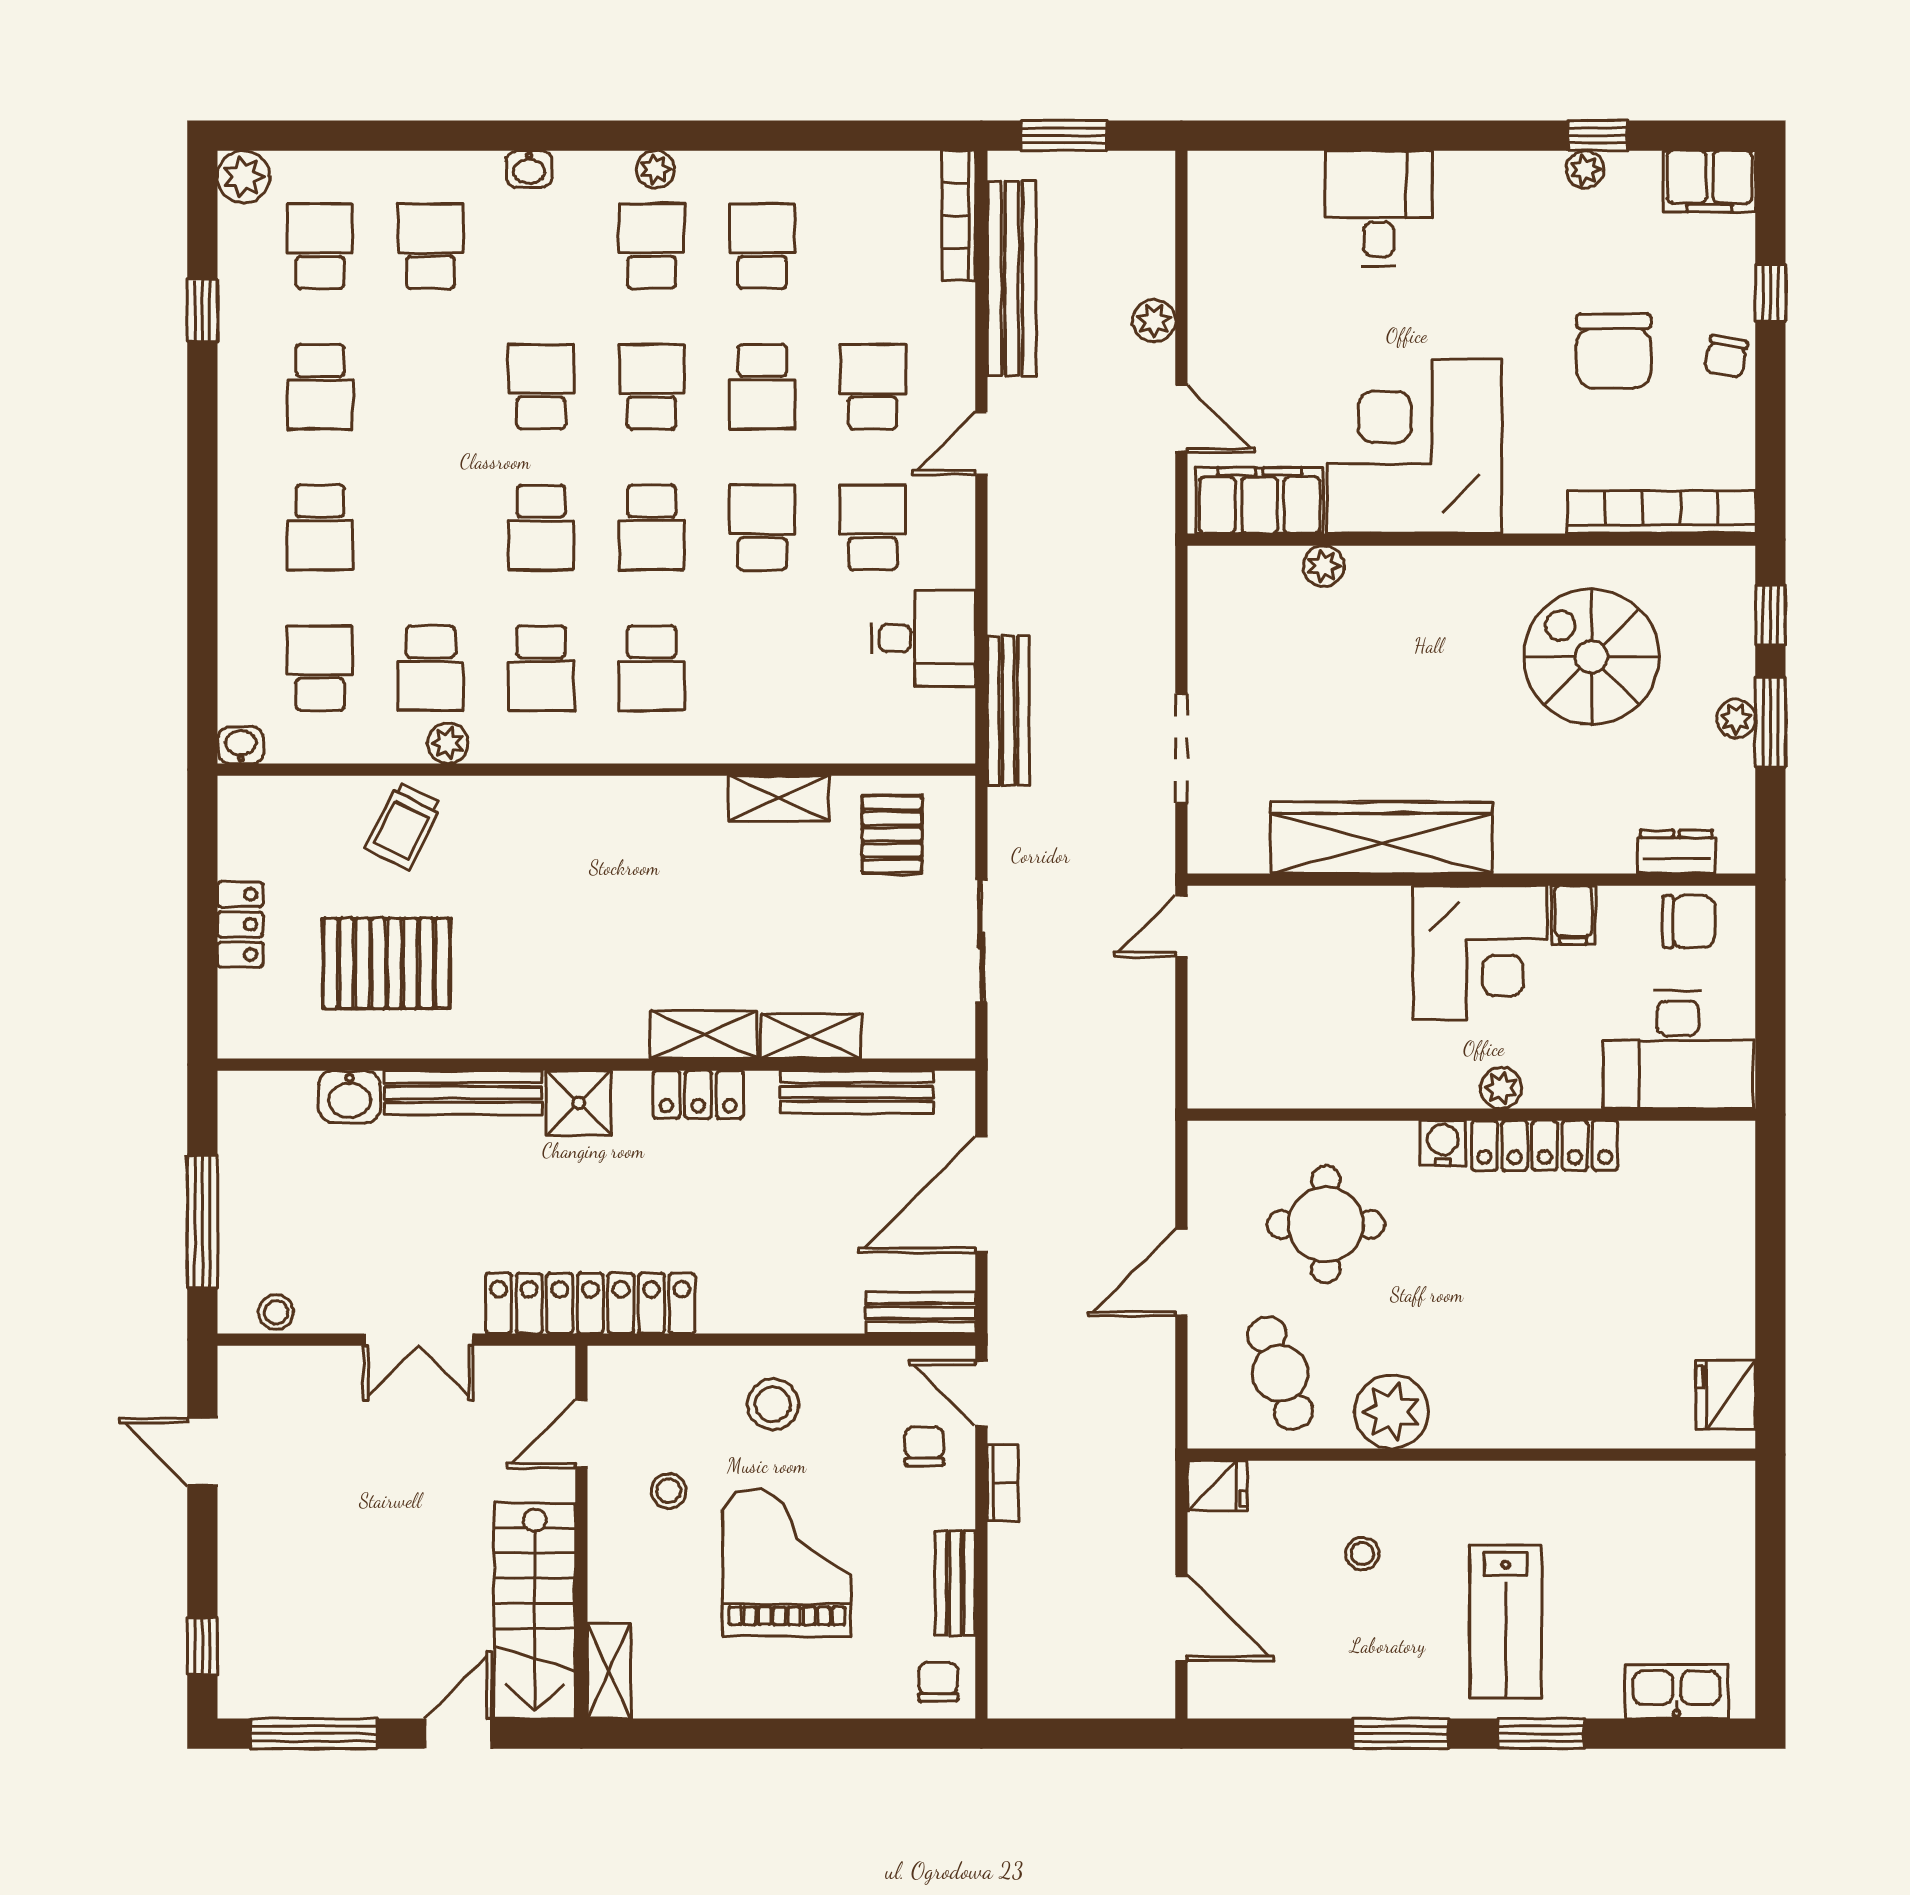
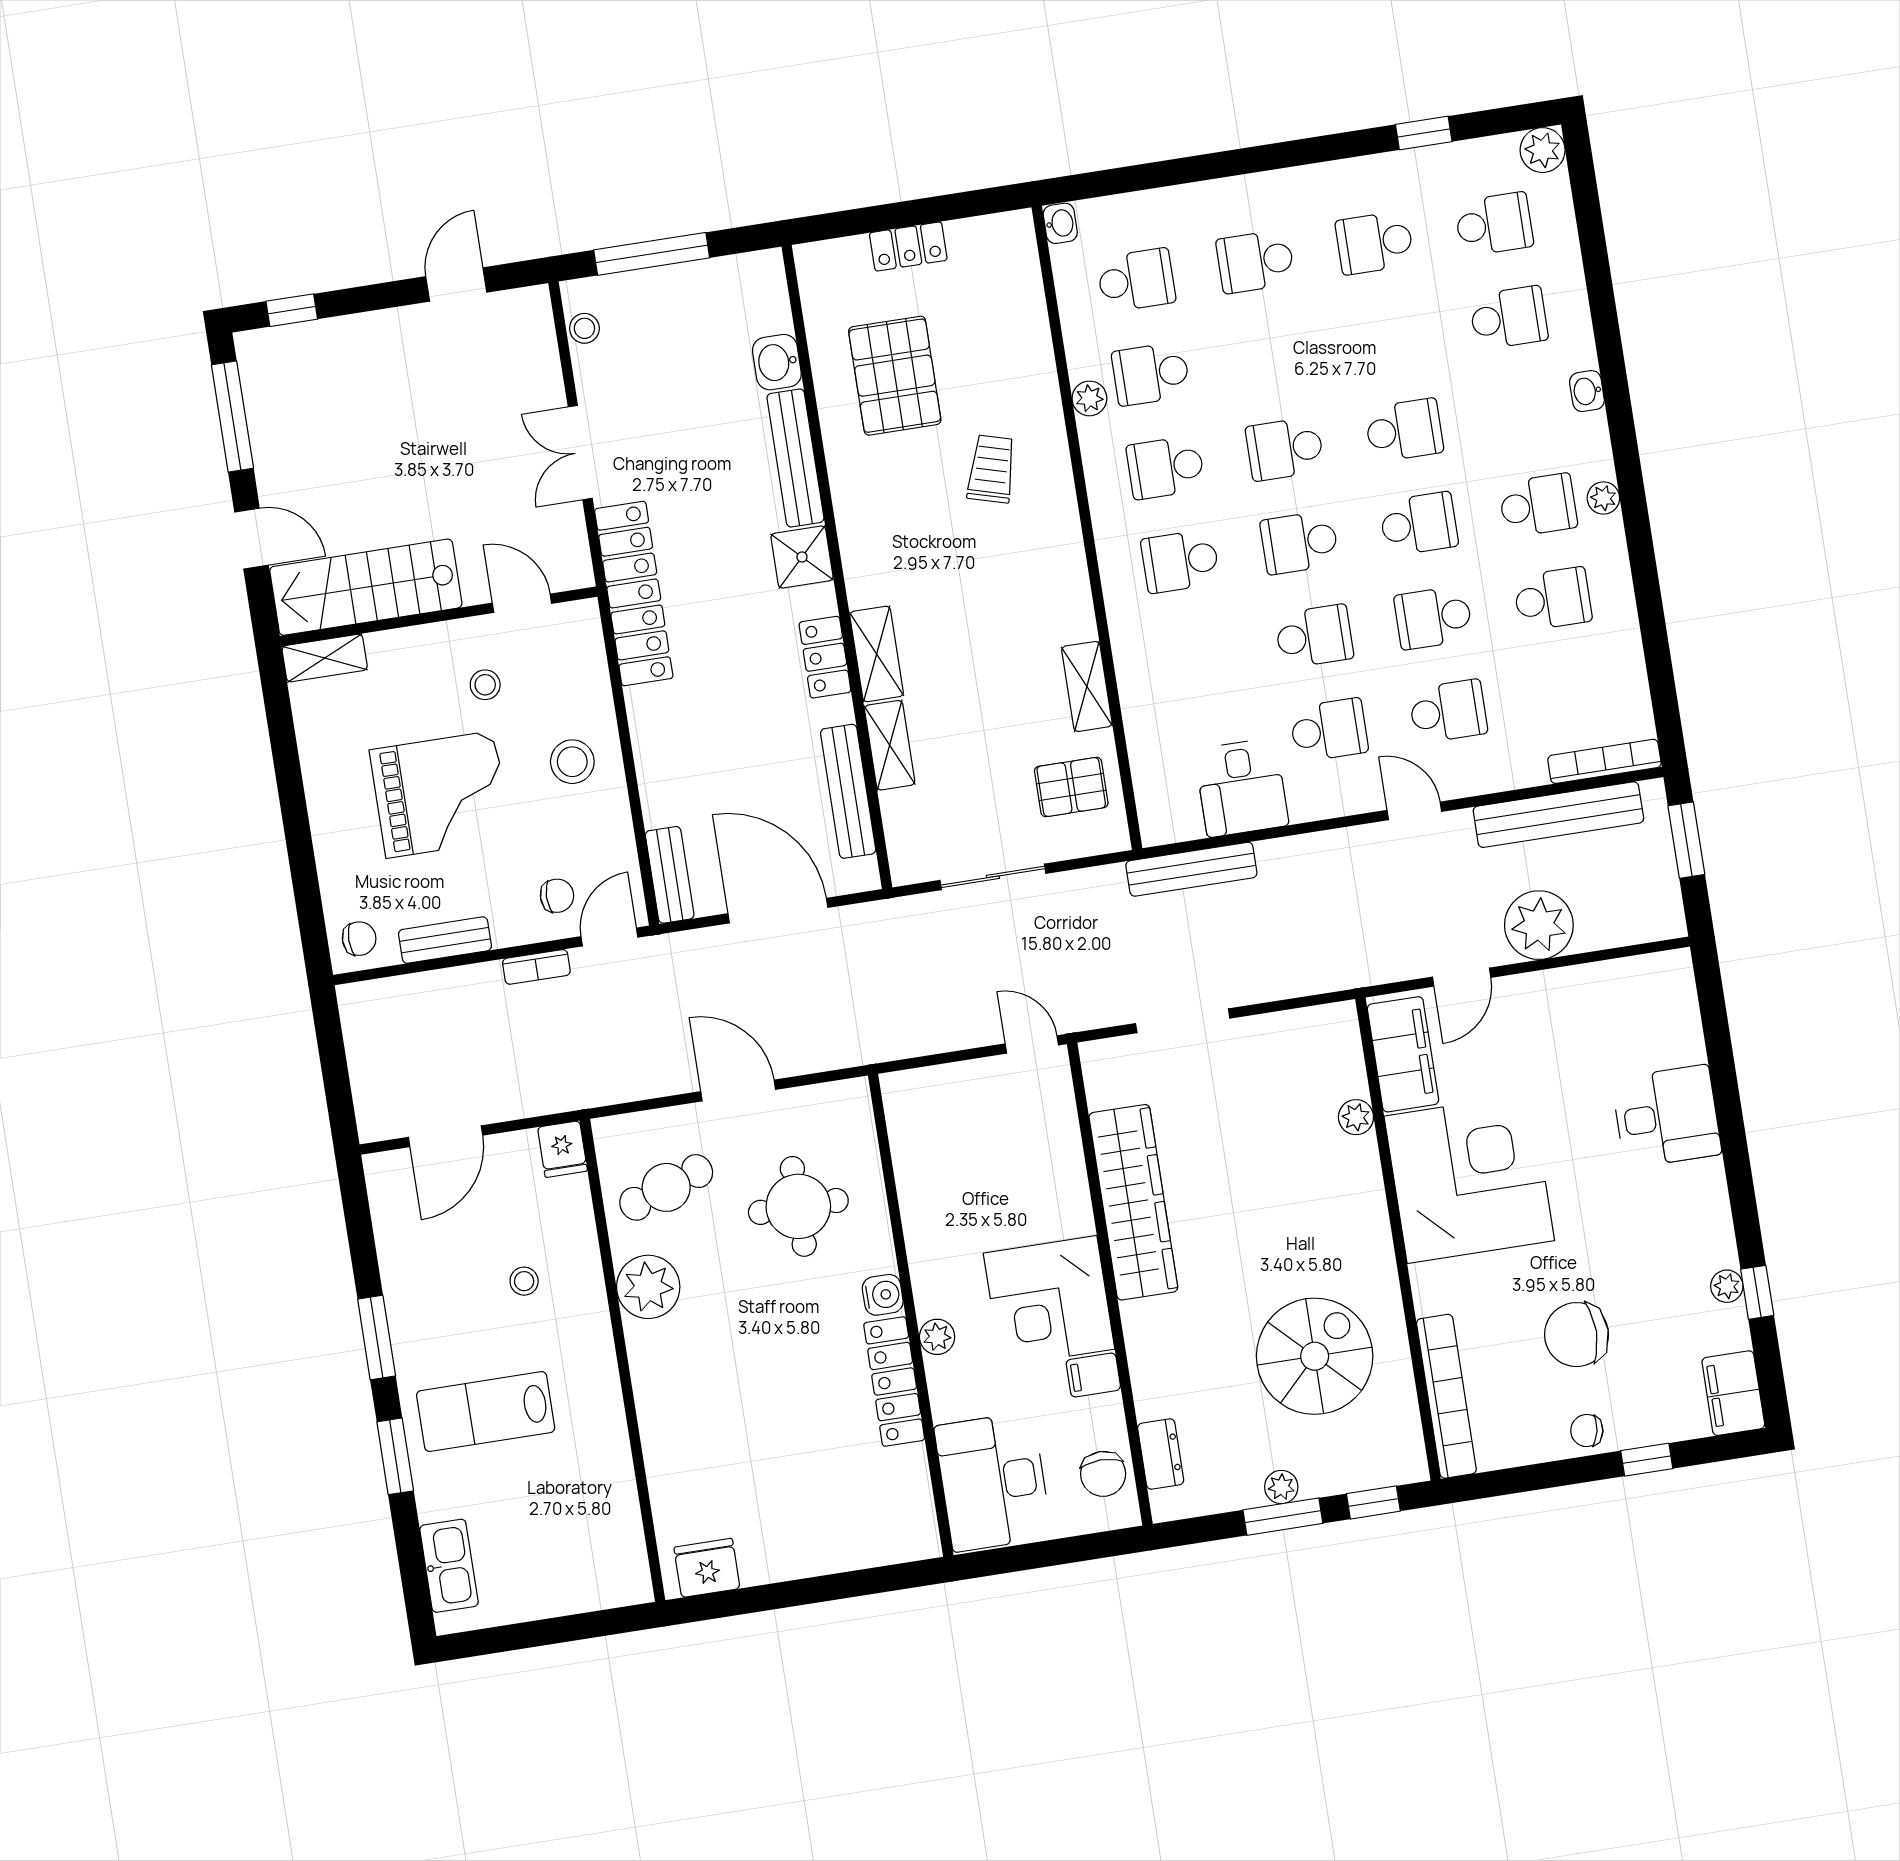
plant: (1154, 321) -> (1539, 925), width x1.87, depth x1.87
trolley: (404, 826) -> (992, 469), moved, turned 80

